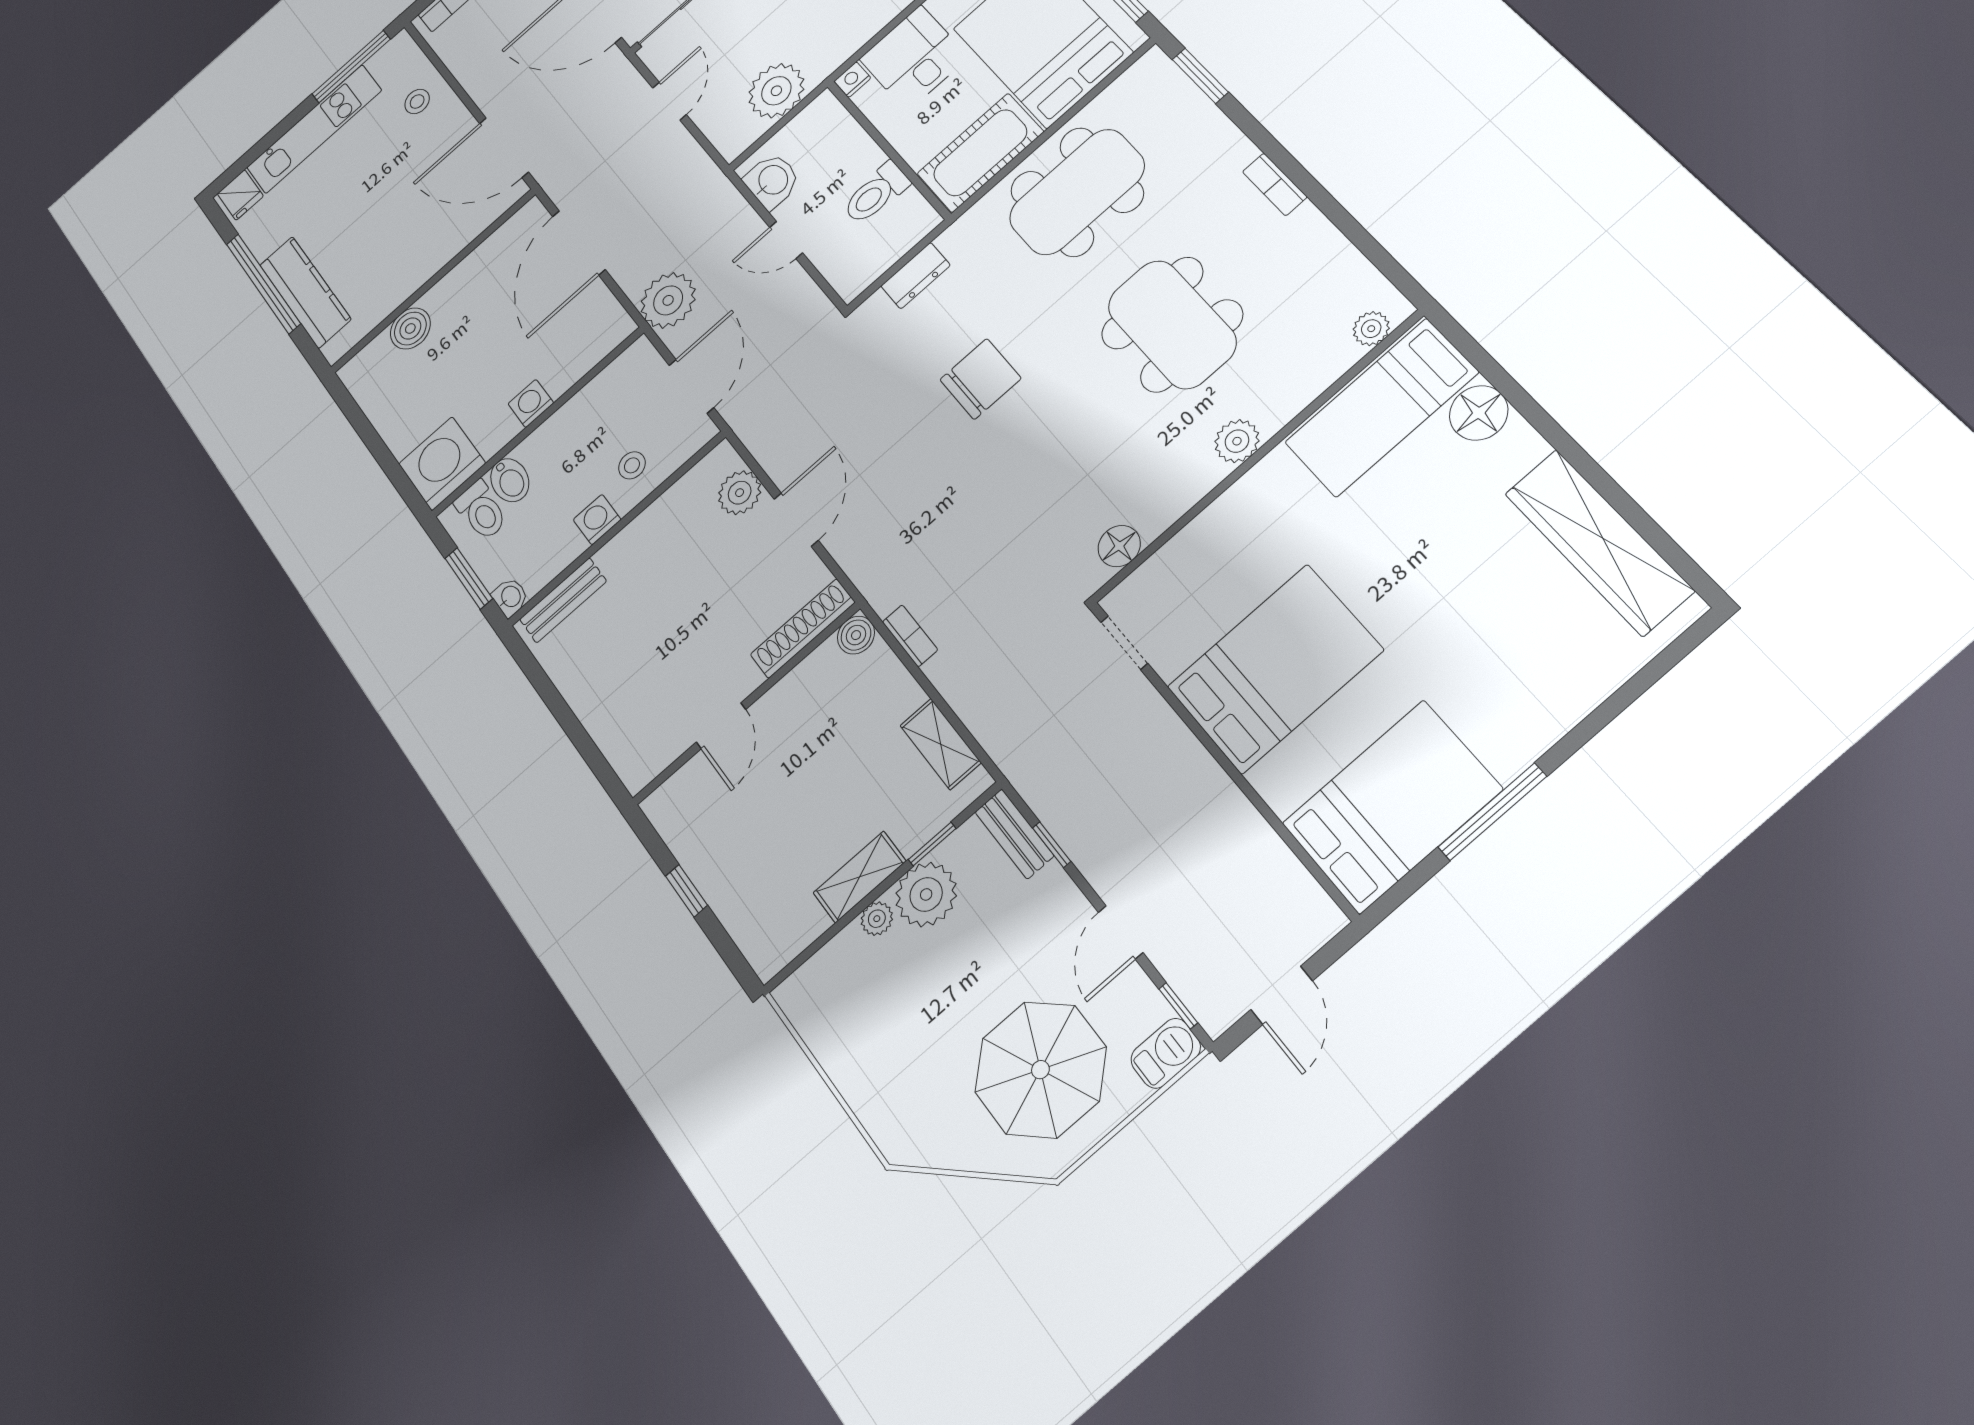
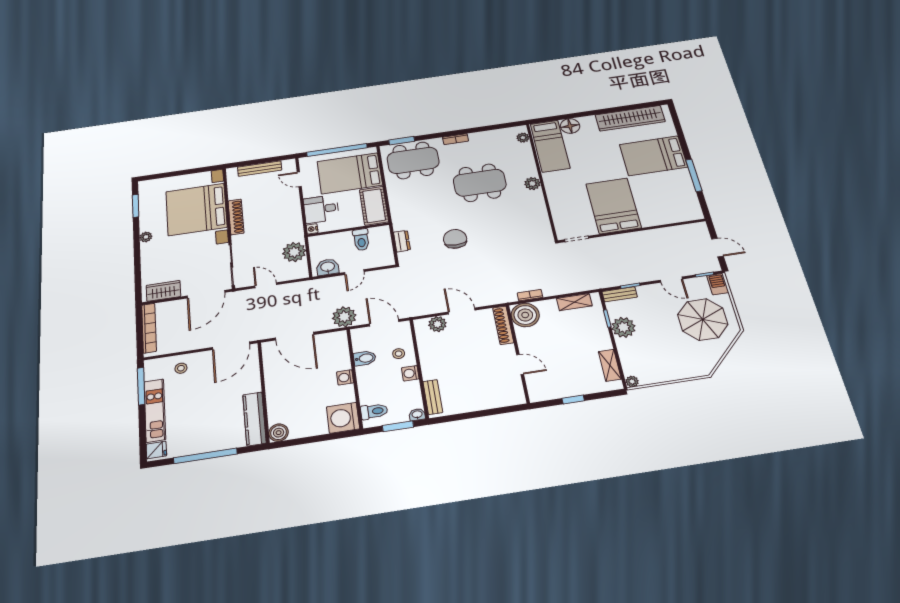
dining table: (1077, 192) -> (413, 160), moved, turned 90
kitchen counter: (305, 292) -> (254, 419), moved, turned -90
boiler: (410, 328) -> (279, 433), moved
bidet: (510, 480) -> (365, 358), moved
floor lamp: (1119, 546) -> (543, 227), removed
boiler: (856, 635) -> (525, 315), width x1.86, depth x1.86
bed: (1392, 806) -> (653, 156), moved, turned -90
shelving: (860, 877) -> (610, 365), moved
plant: (877, 919) -> (632, 382), moved

